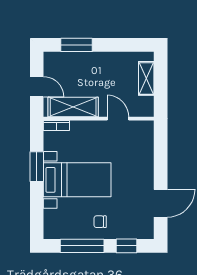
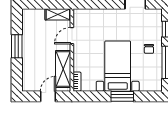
window: (76, 45) -> (17, 46), moved
shelving: (146, 78) -> (58, 14), moved
window: (37, 167) -> (122, 96), moved

